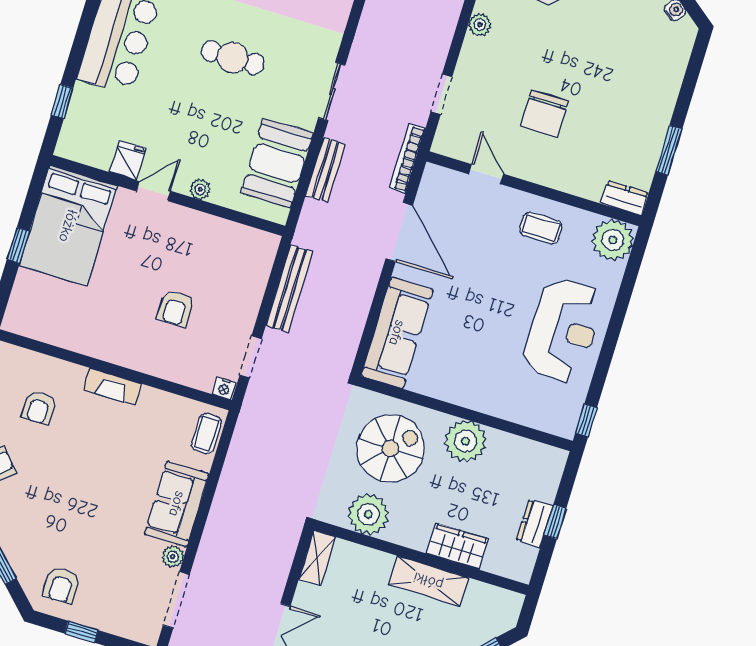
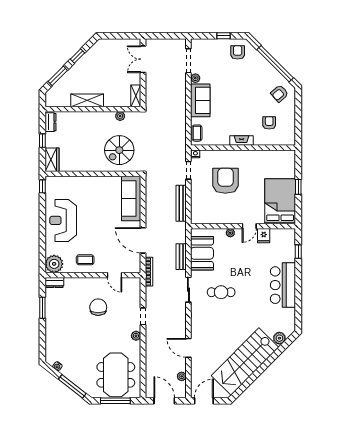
cafe table: (233, 57) -> (221, 292), moved
doorway: (441, 94) -> (143, 316), moved
armchair: (176, 308) -> (225, 181), width x1.88, depth x1.88
plant: (465, 441) -> (89, 163), removed
plant: (368, 514) -> (120, 116), width x0.53, depth x0.53
dresser: (535, 523) -> (51, 122), moved
wardrobe: (457, 546) -> (52, 160), moved, turned -90

